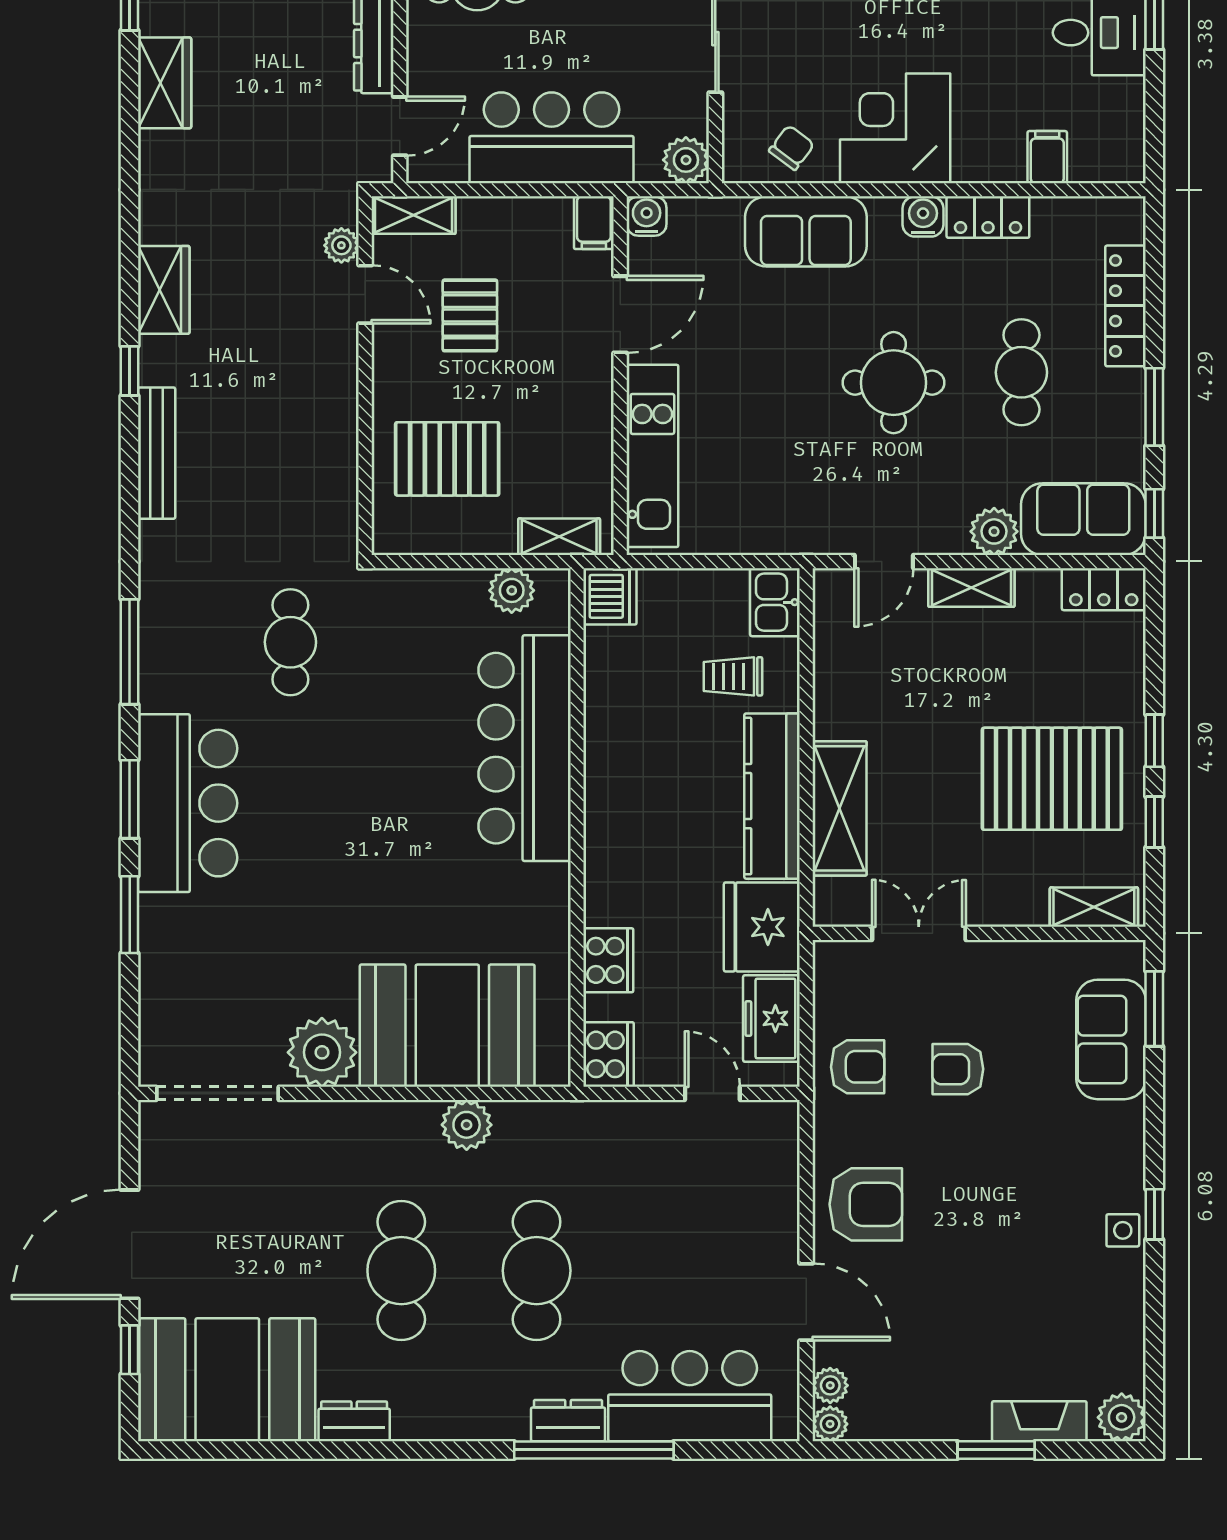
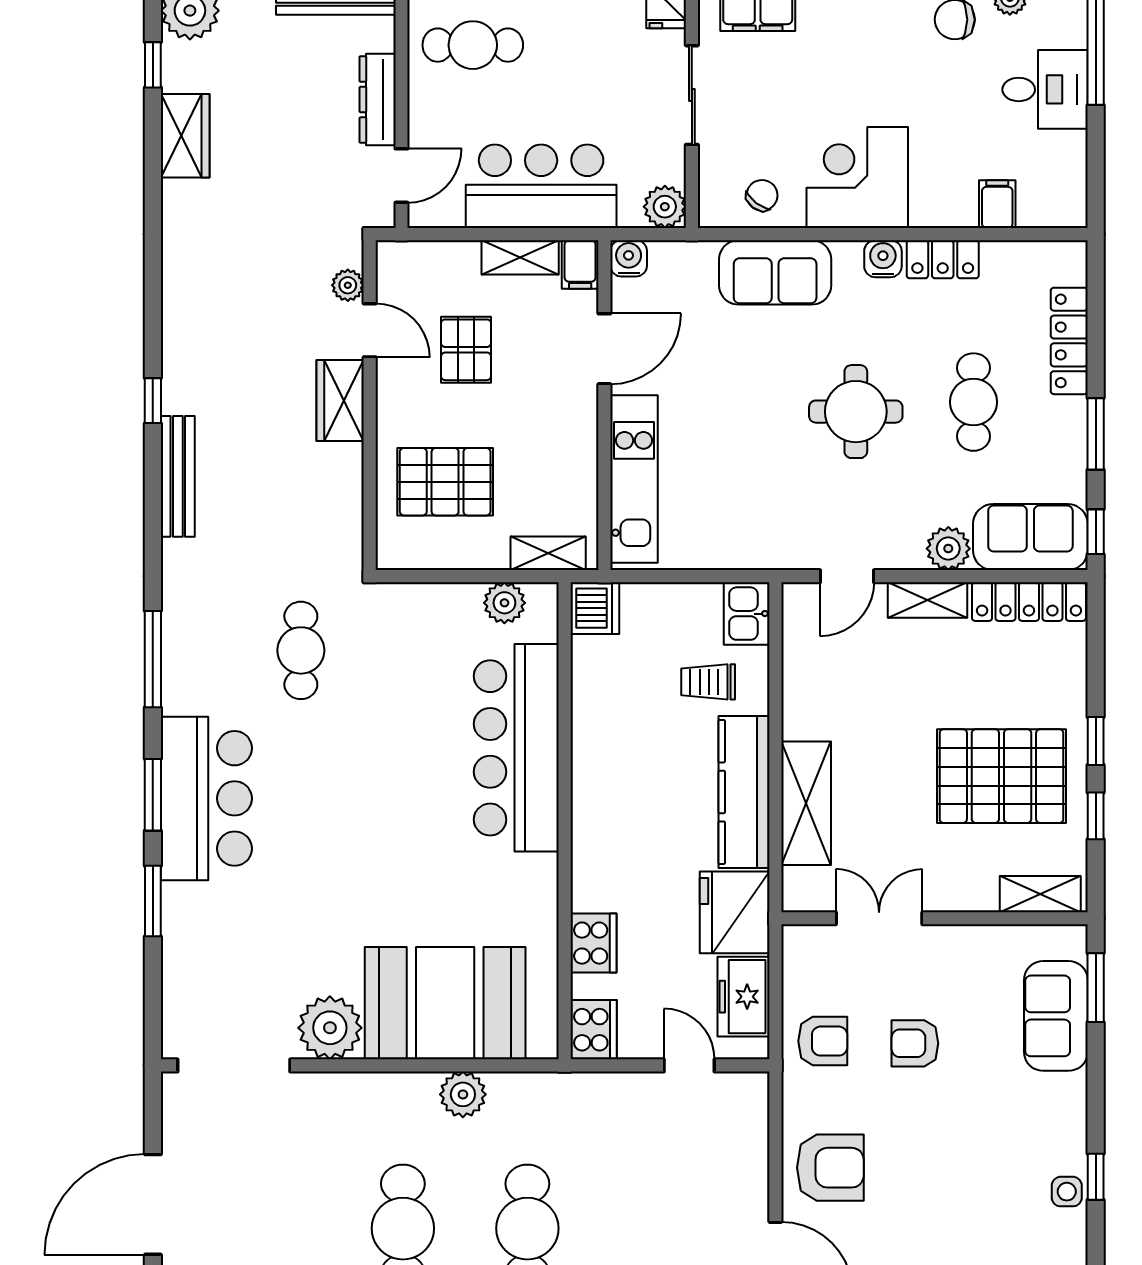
shelving: (414, 215) -> (520, 257), moved
wardrobe: (164, 290) -> (340, 401), moved, turned 180
locker: (1104, 589) -> (1029, 602), width x1.53

